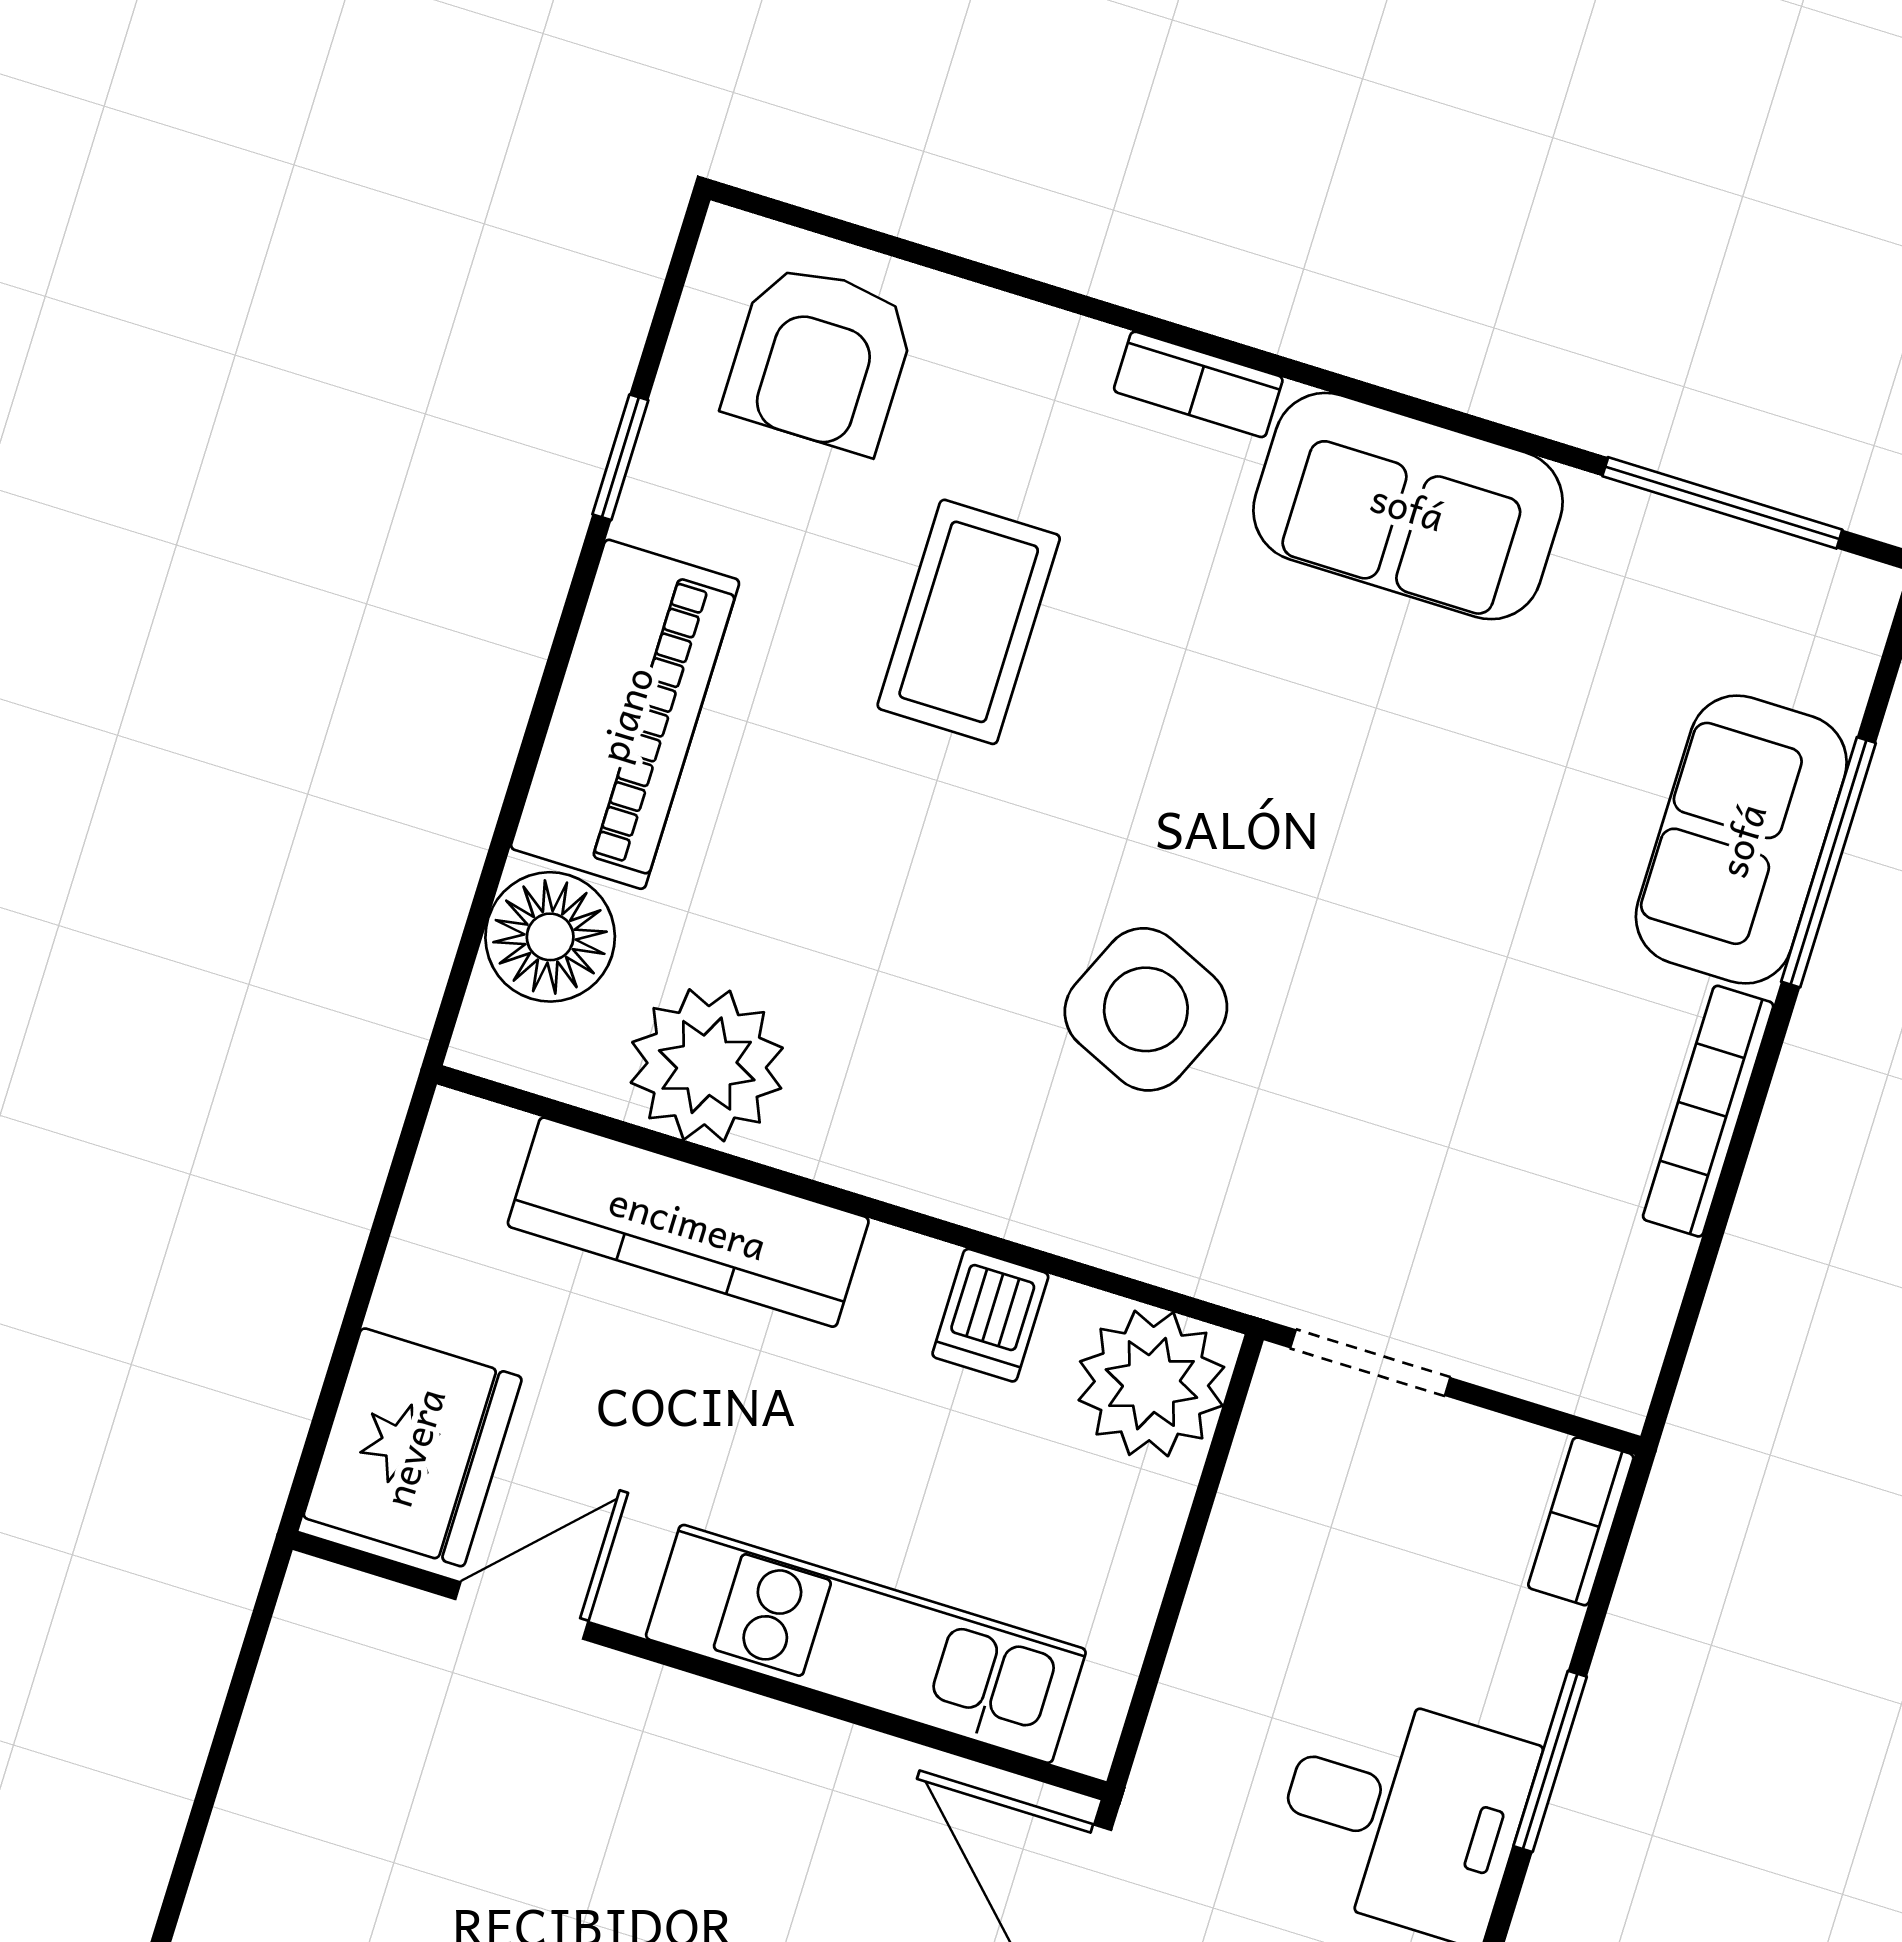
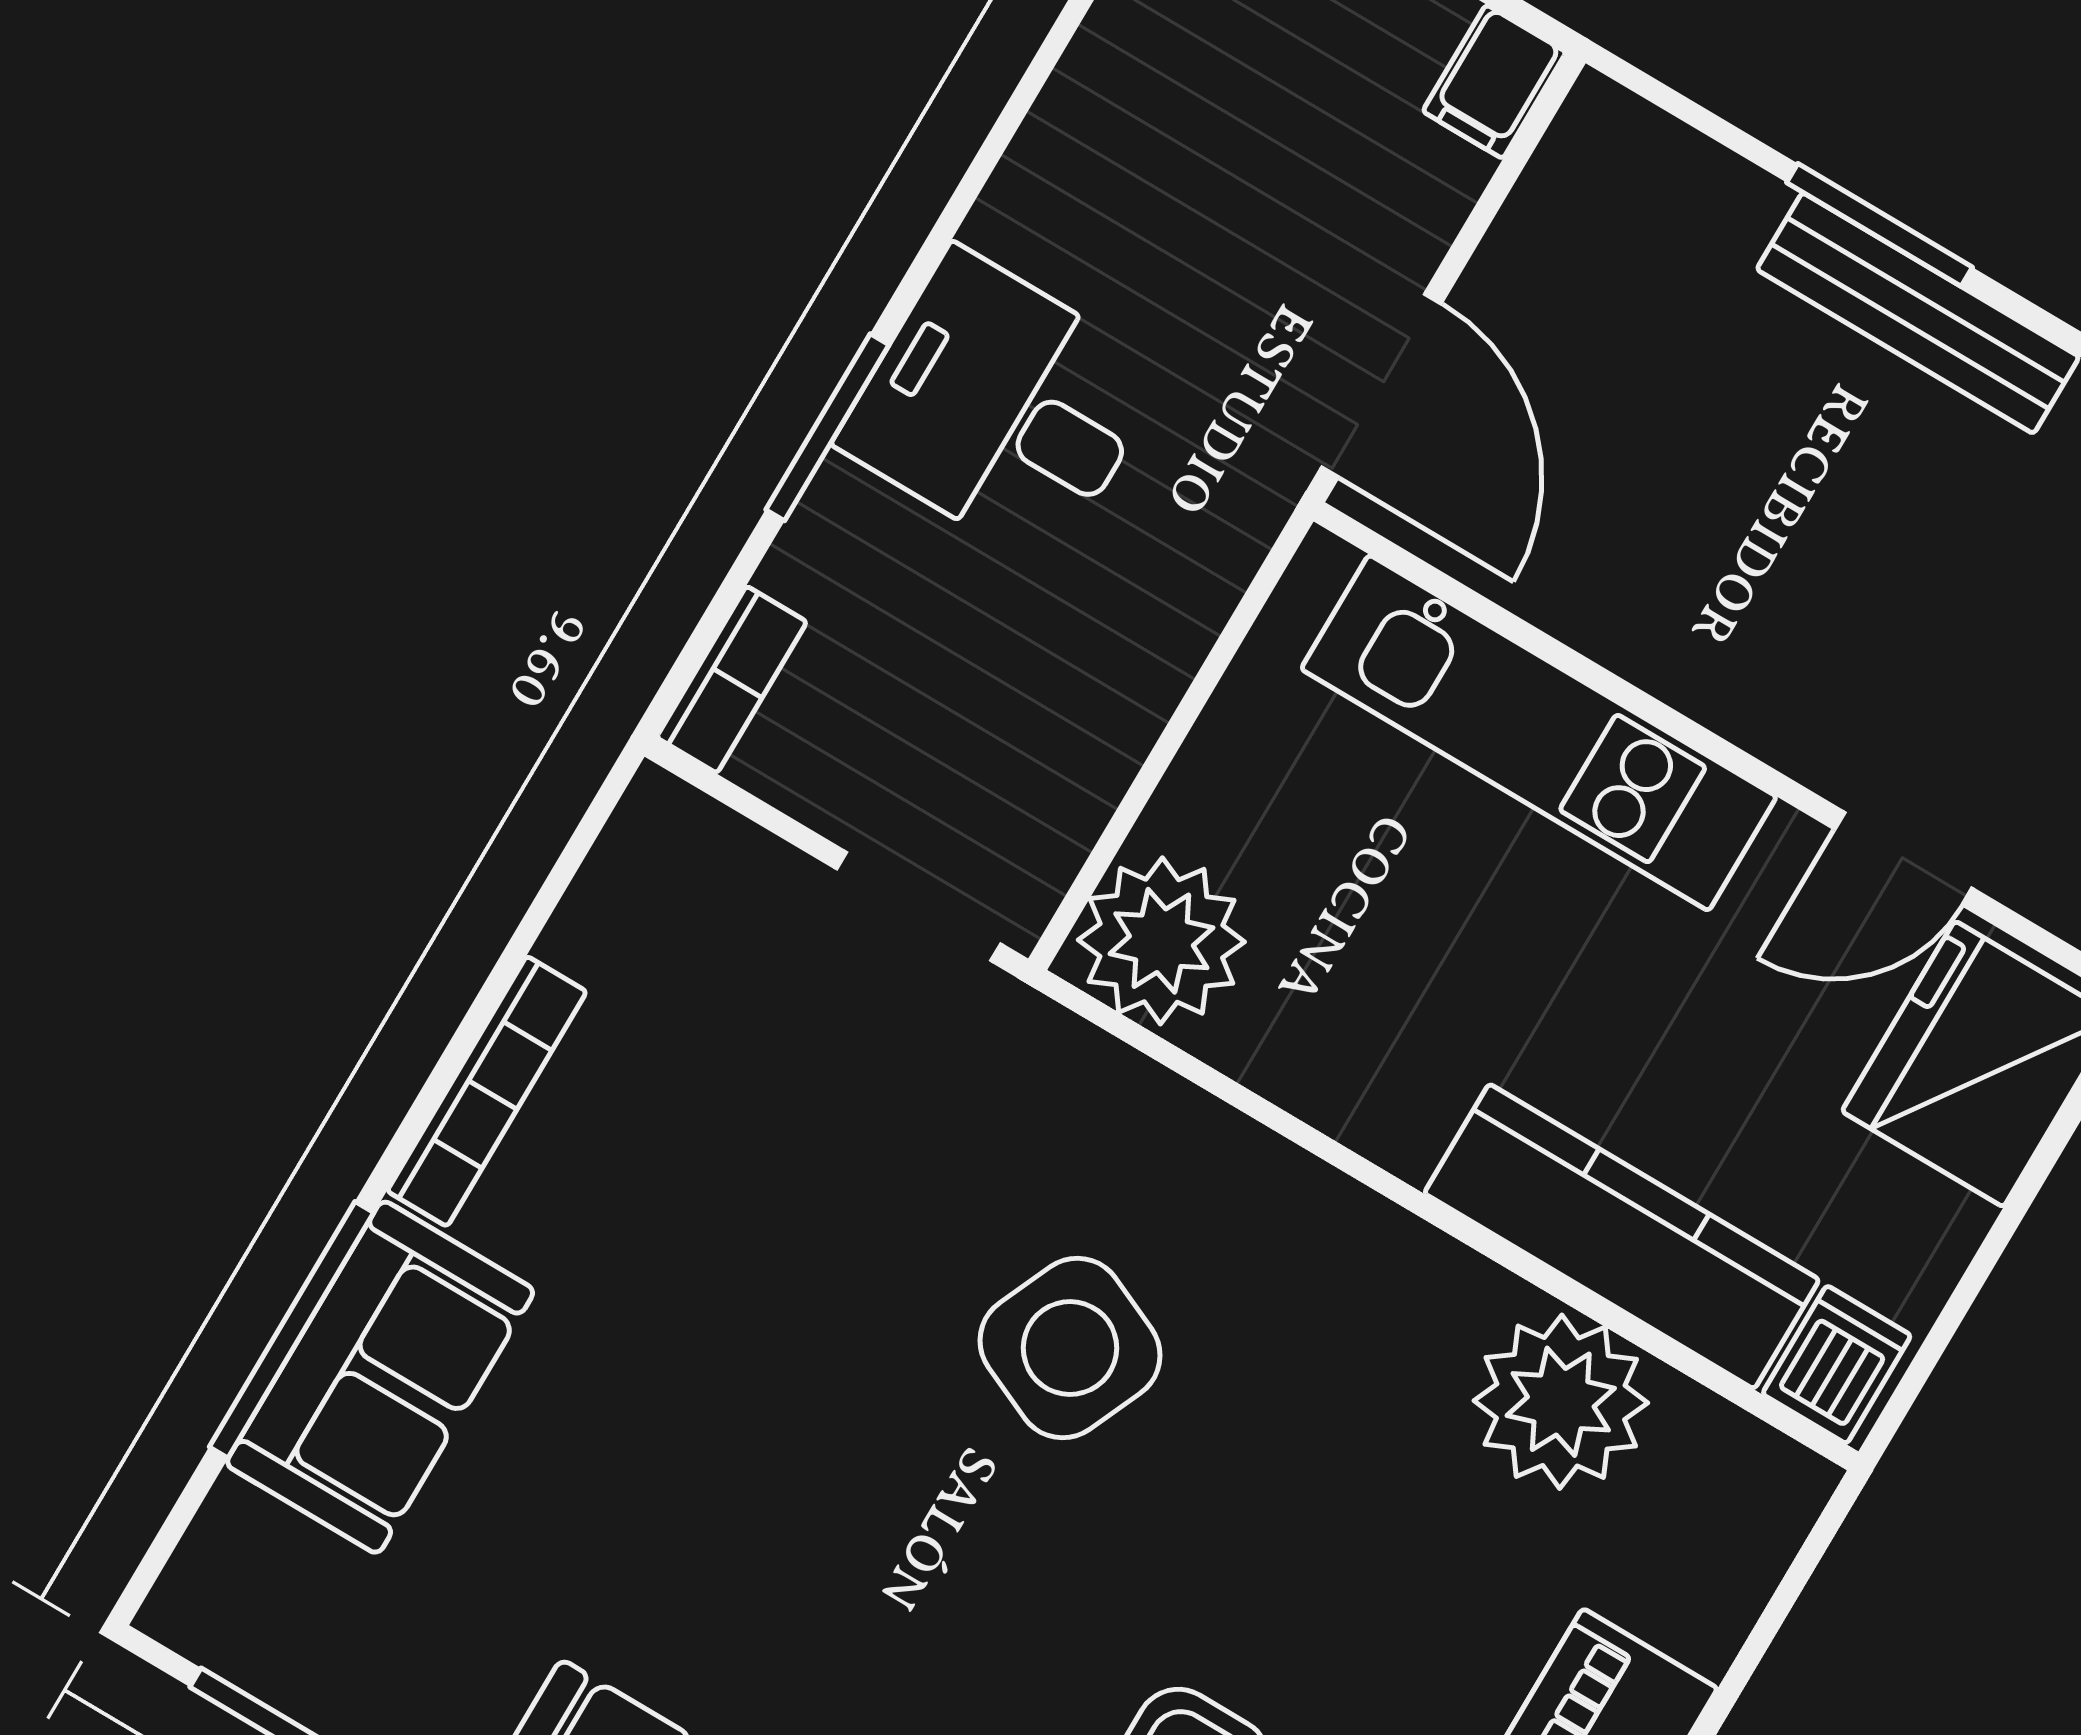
floor lamp: (550, 937) -> (1697, 1582), removed
dishwasher: (990, 1315) -> (1837, 1365), moved

